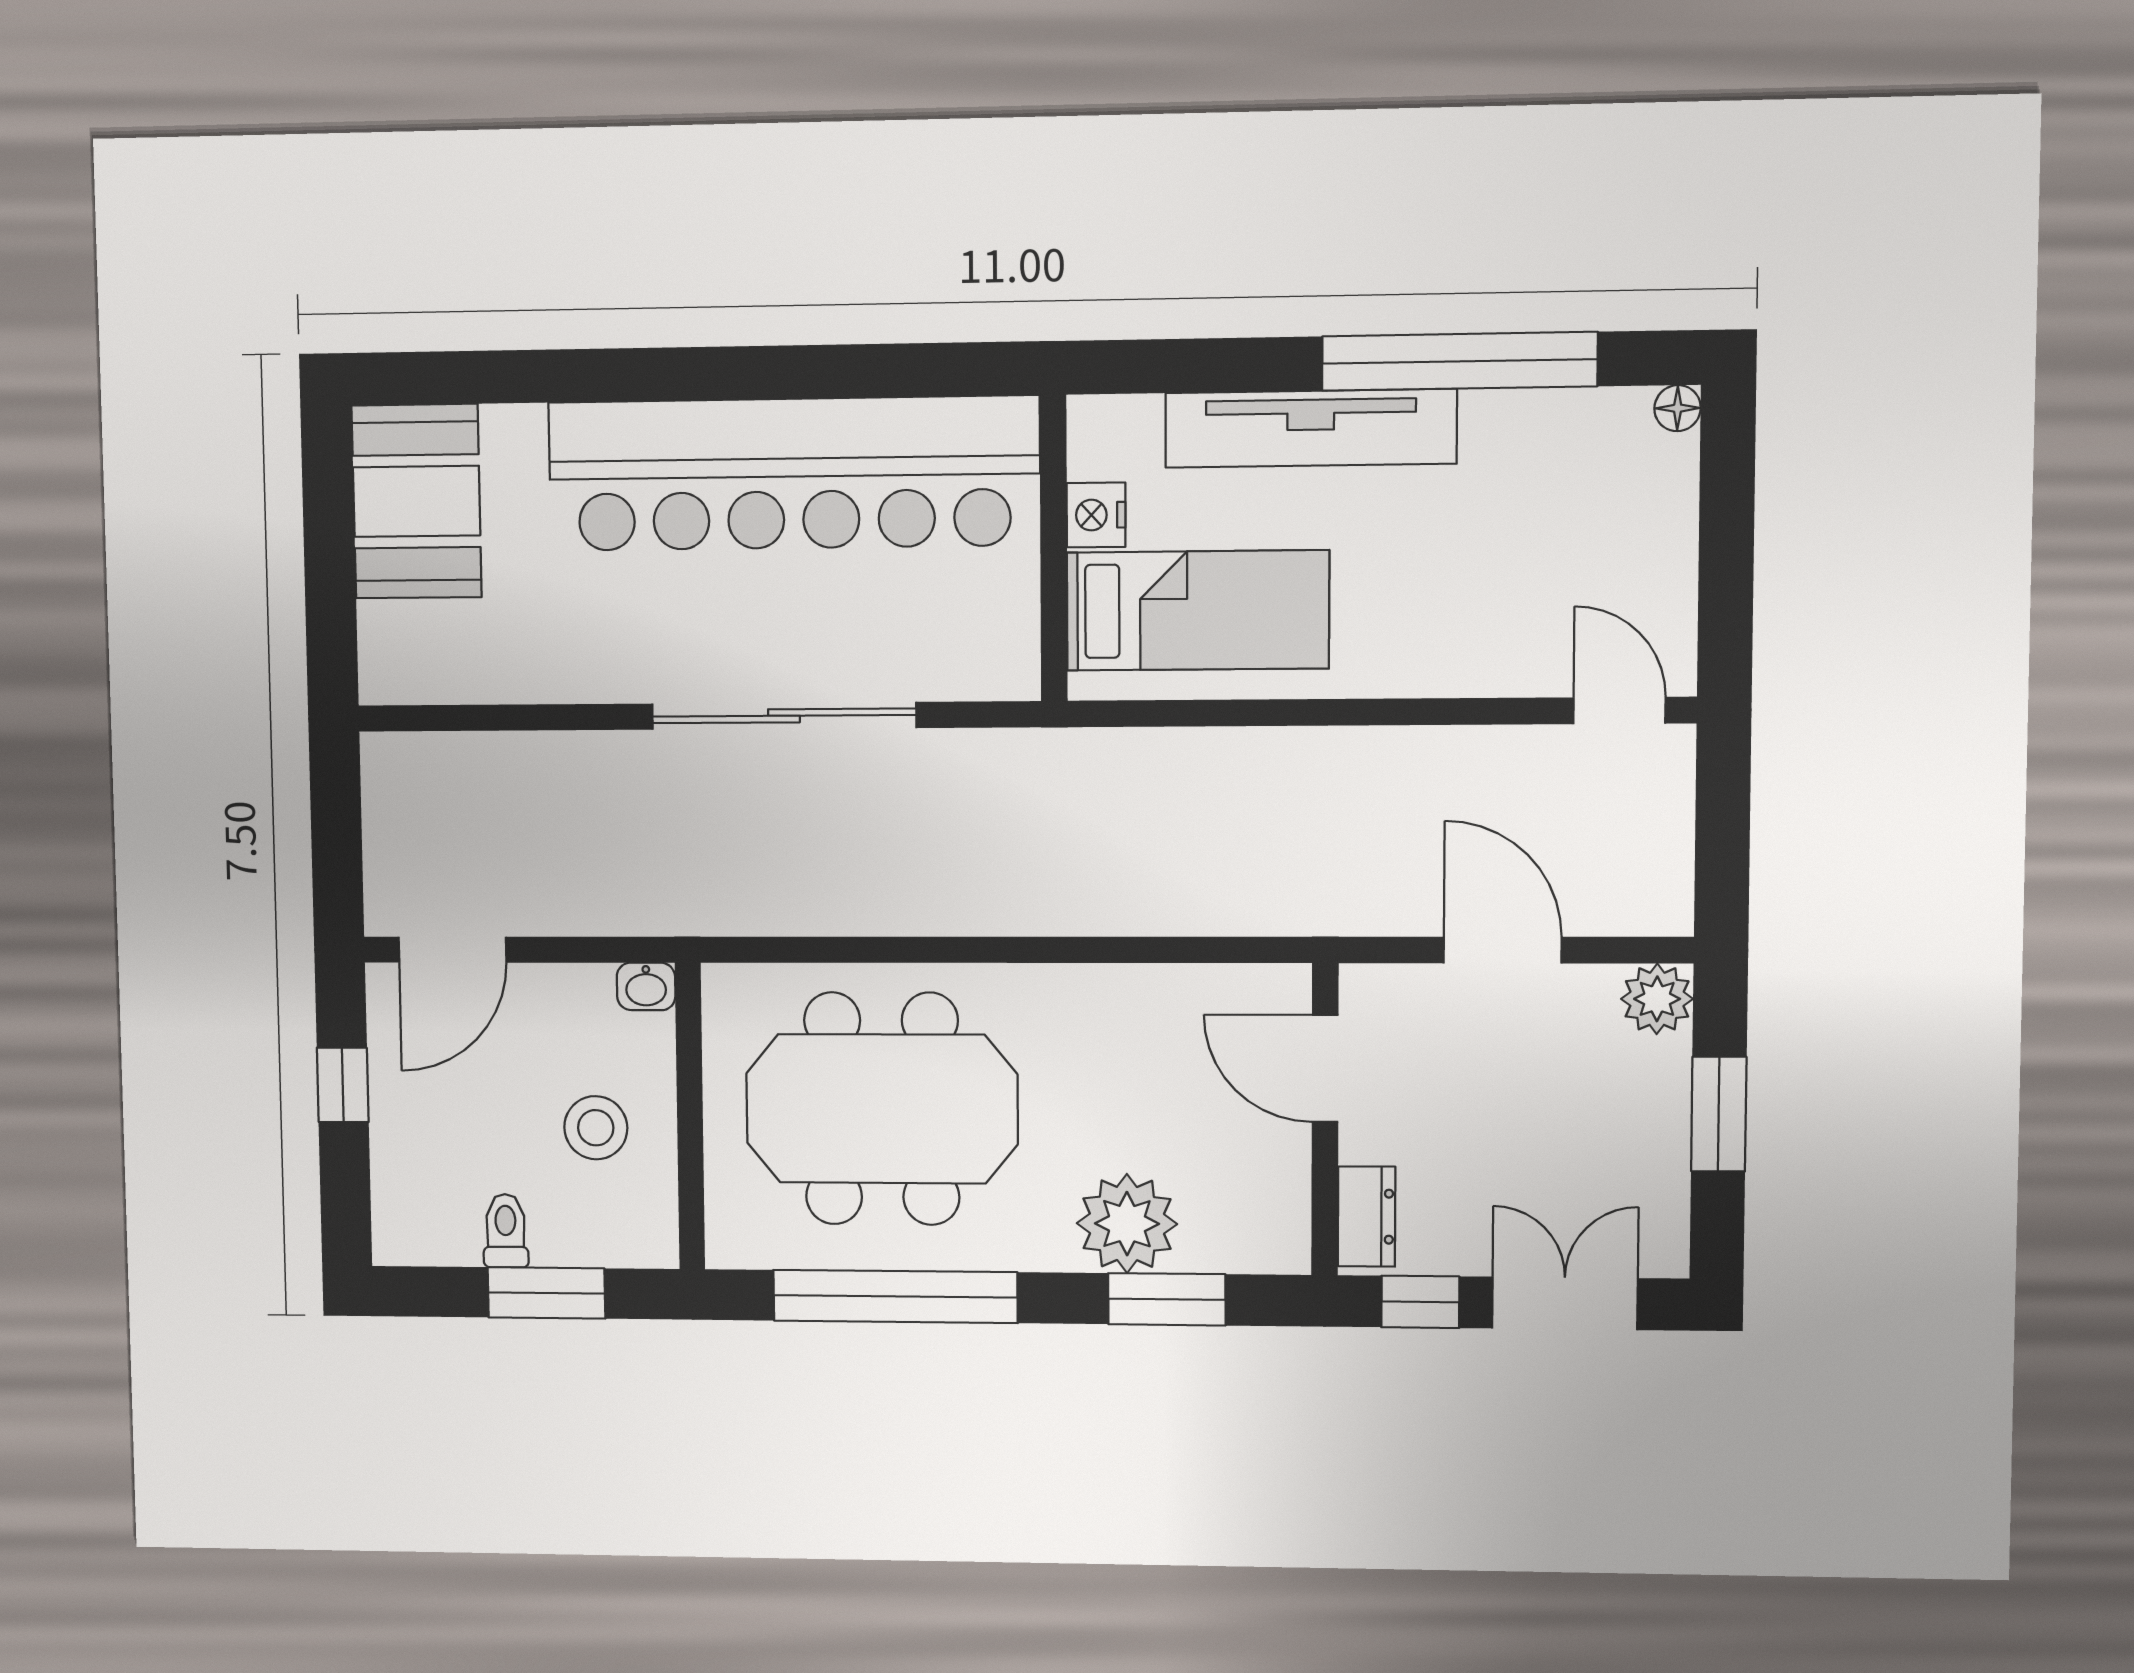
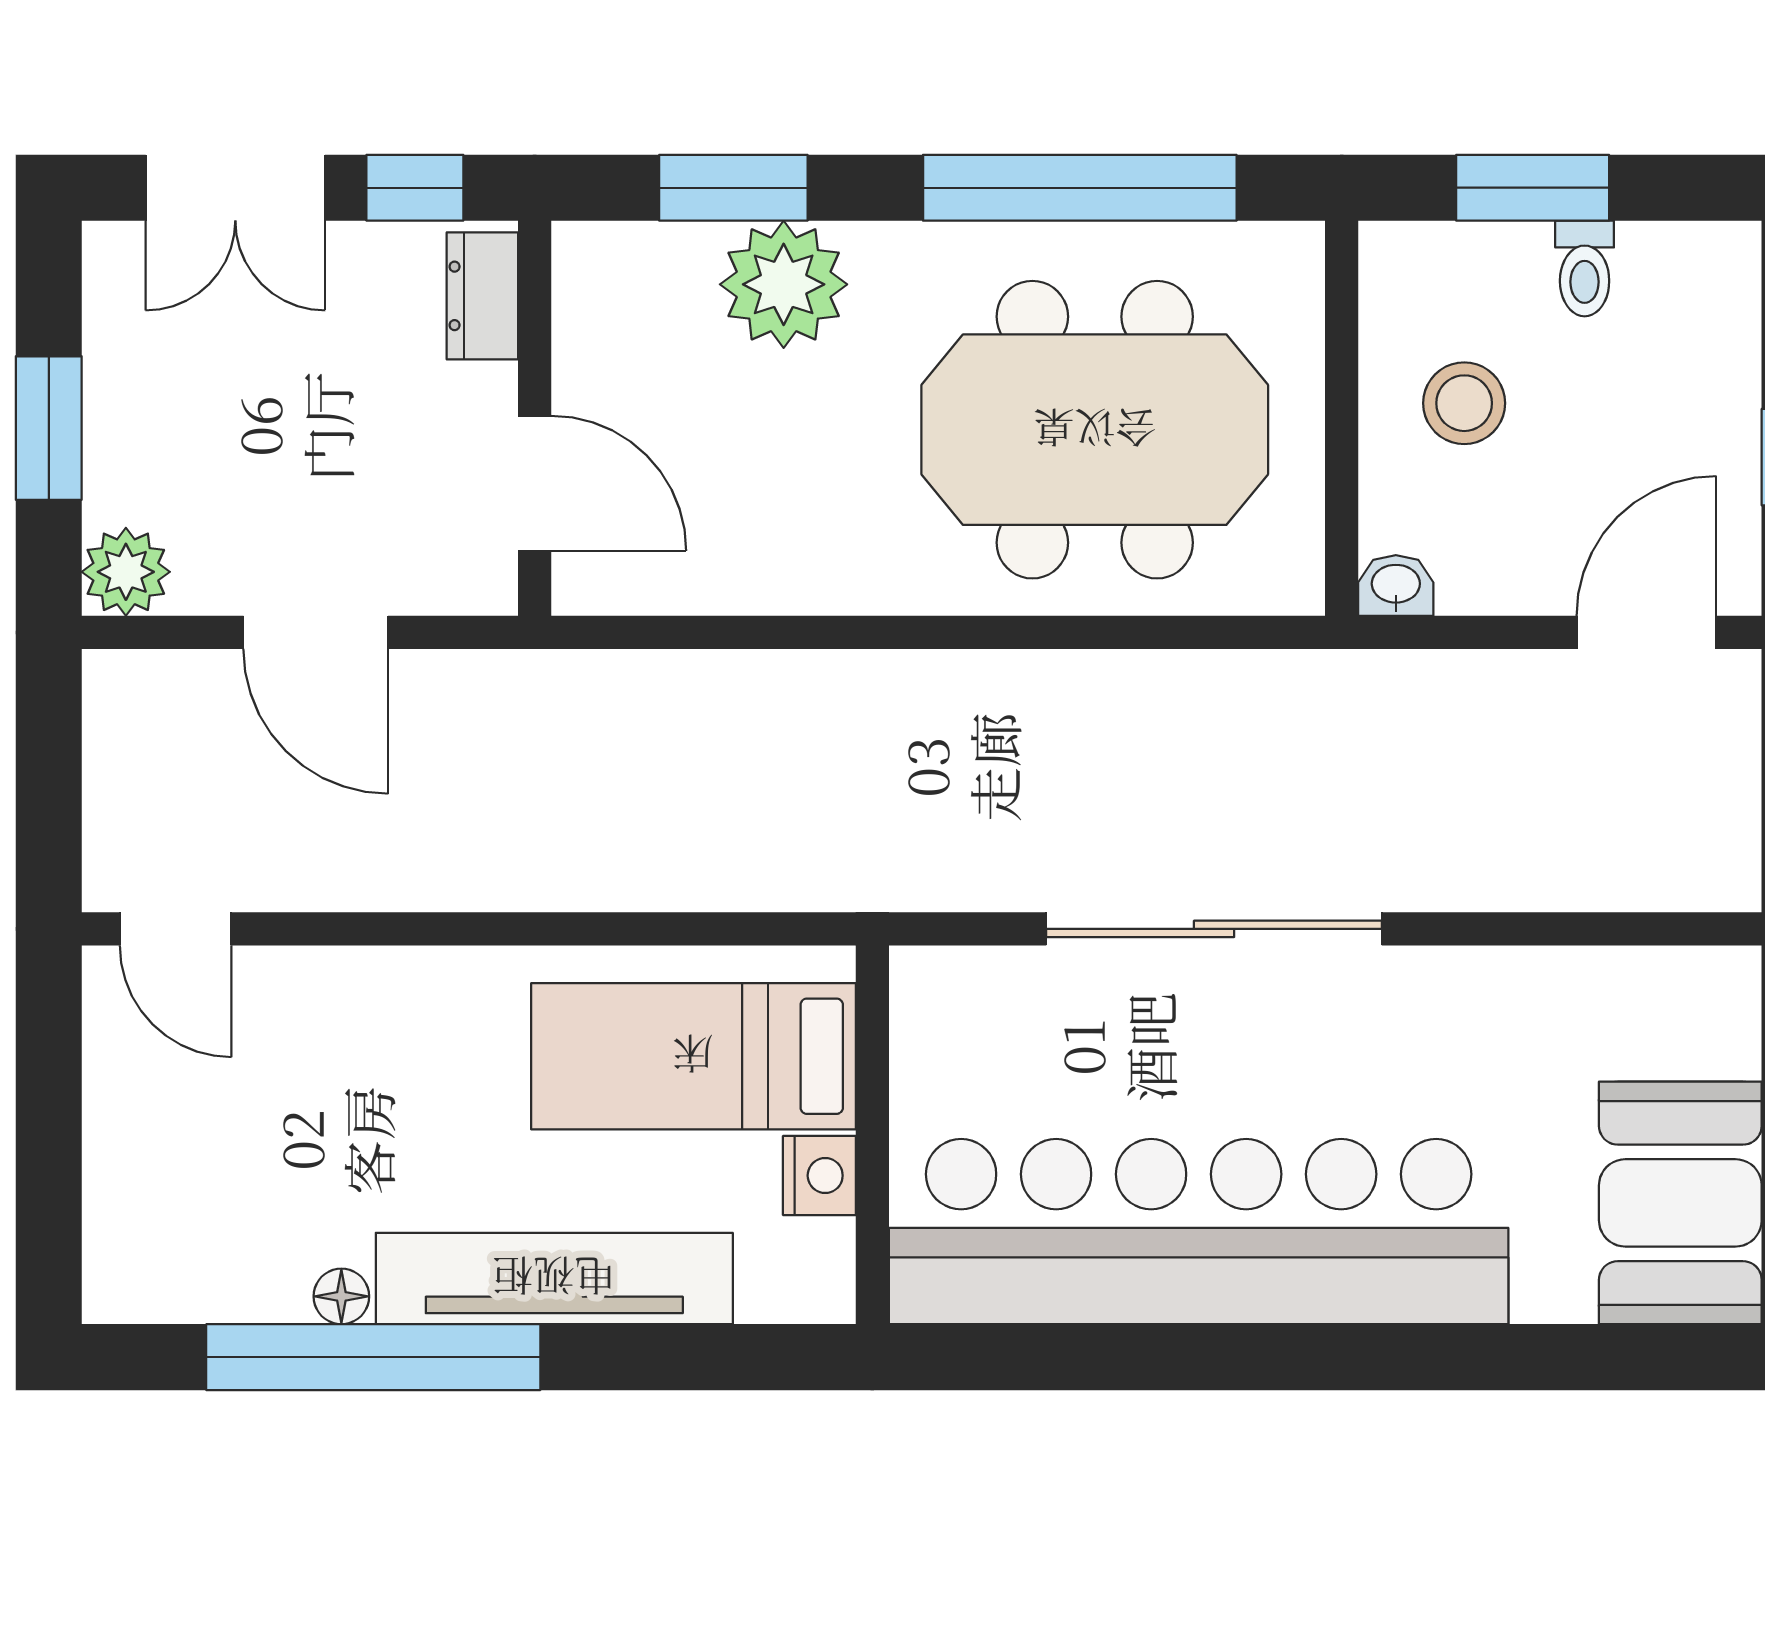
floor lamp: (1678, 408) -> (341, 1296), moved

